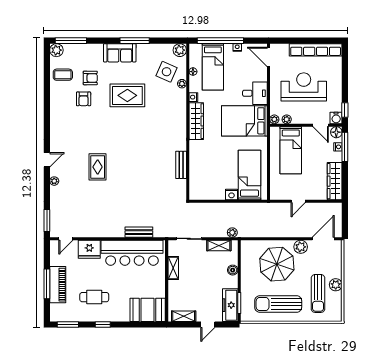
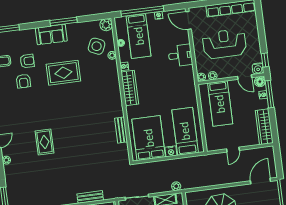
bed: (244, 121) -> (149, 138), moved, turned 90
plant: (301, 247) -> (241, 191), removed

